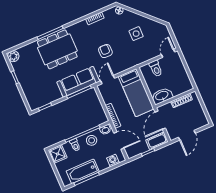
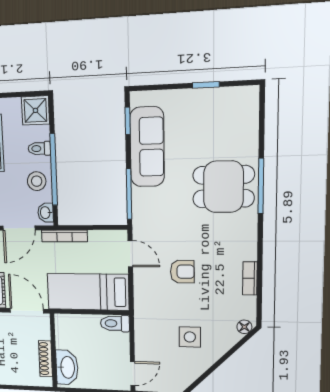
dining table: (57, 49) -> (223, 187), width x0.73
door: (168, 53) -> (133, 373), hinge flipped
plant: (13, 56) -> (248, 97), removed
toilet: (156, 69) -> (115, 323), moved
sofa: (78, 82) -> (147, 147), moved
washbasin: (162, 96) -> (67, 367), moved

